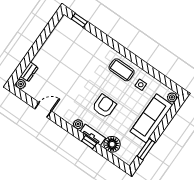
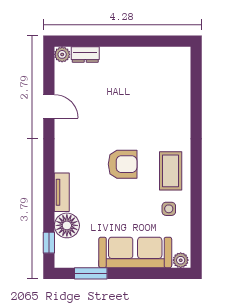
window: (79, 20) -> (196, 72), removed
armchair: (104, 106) -> (123, 164), moved
plant: (78, 124) -> (62, 164), removed
window: (89, 142) -> (49, 243), moved

